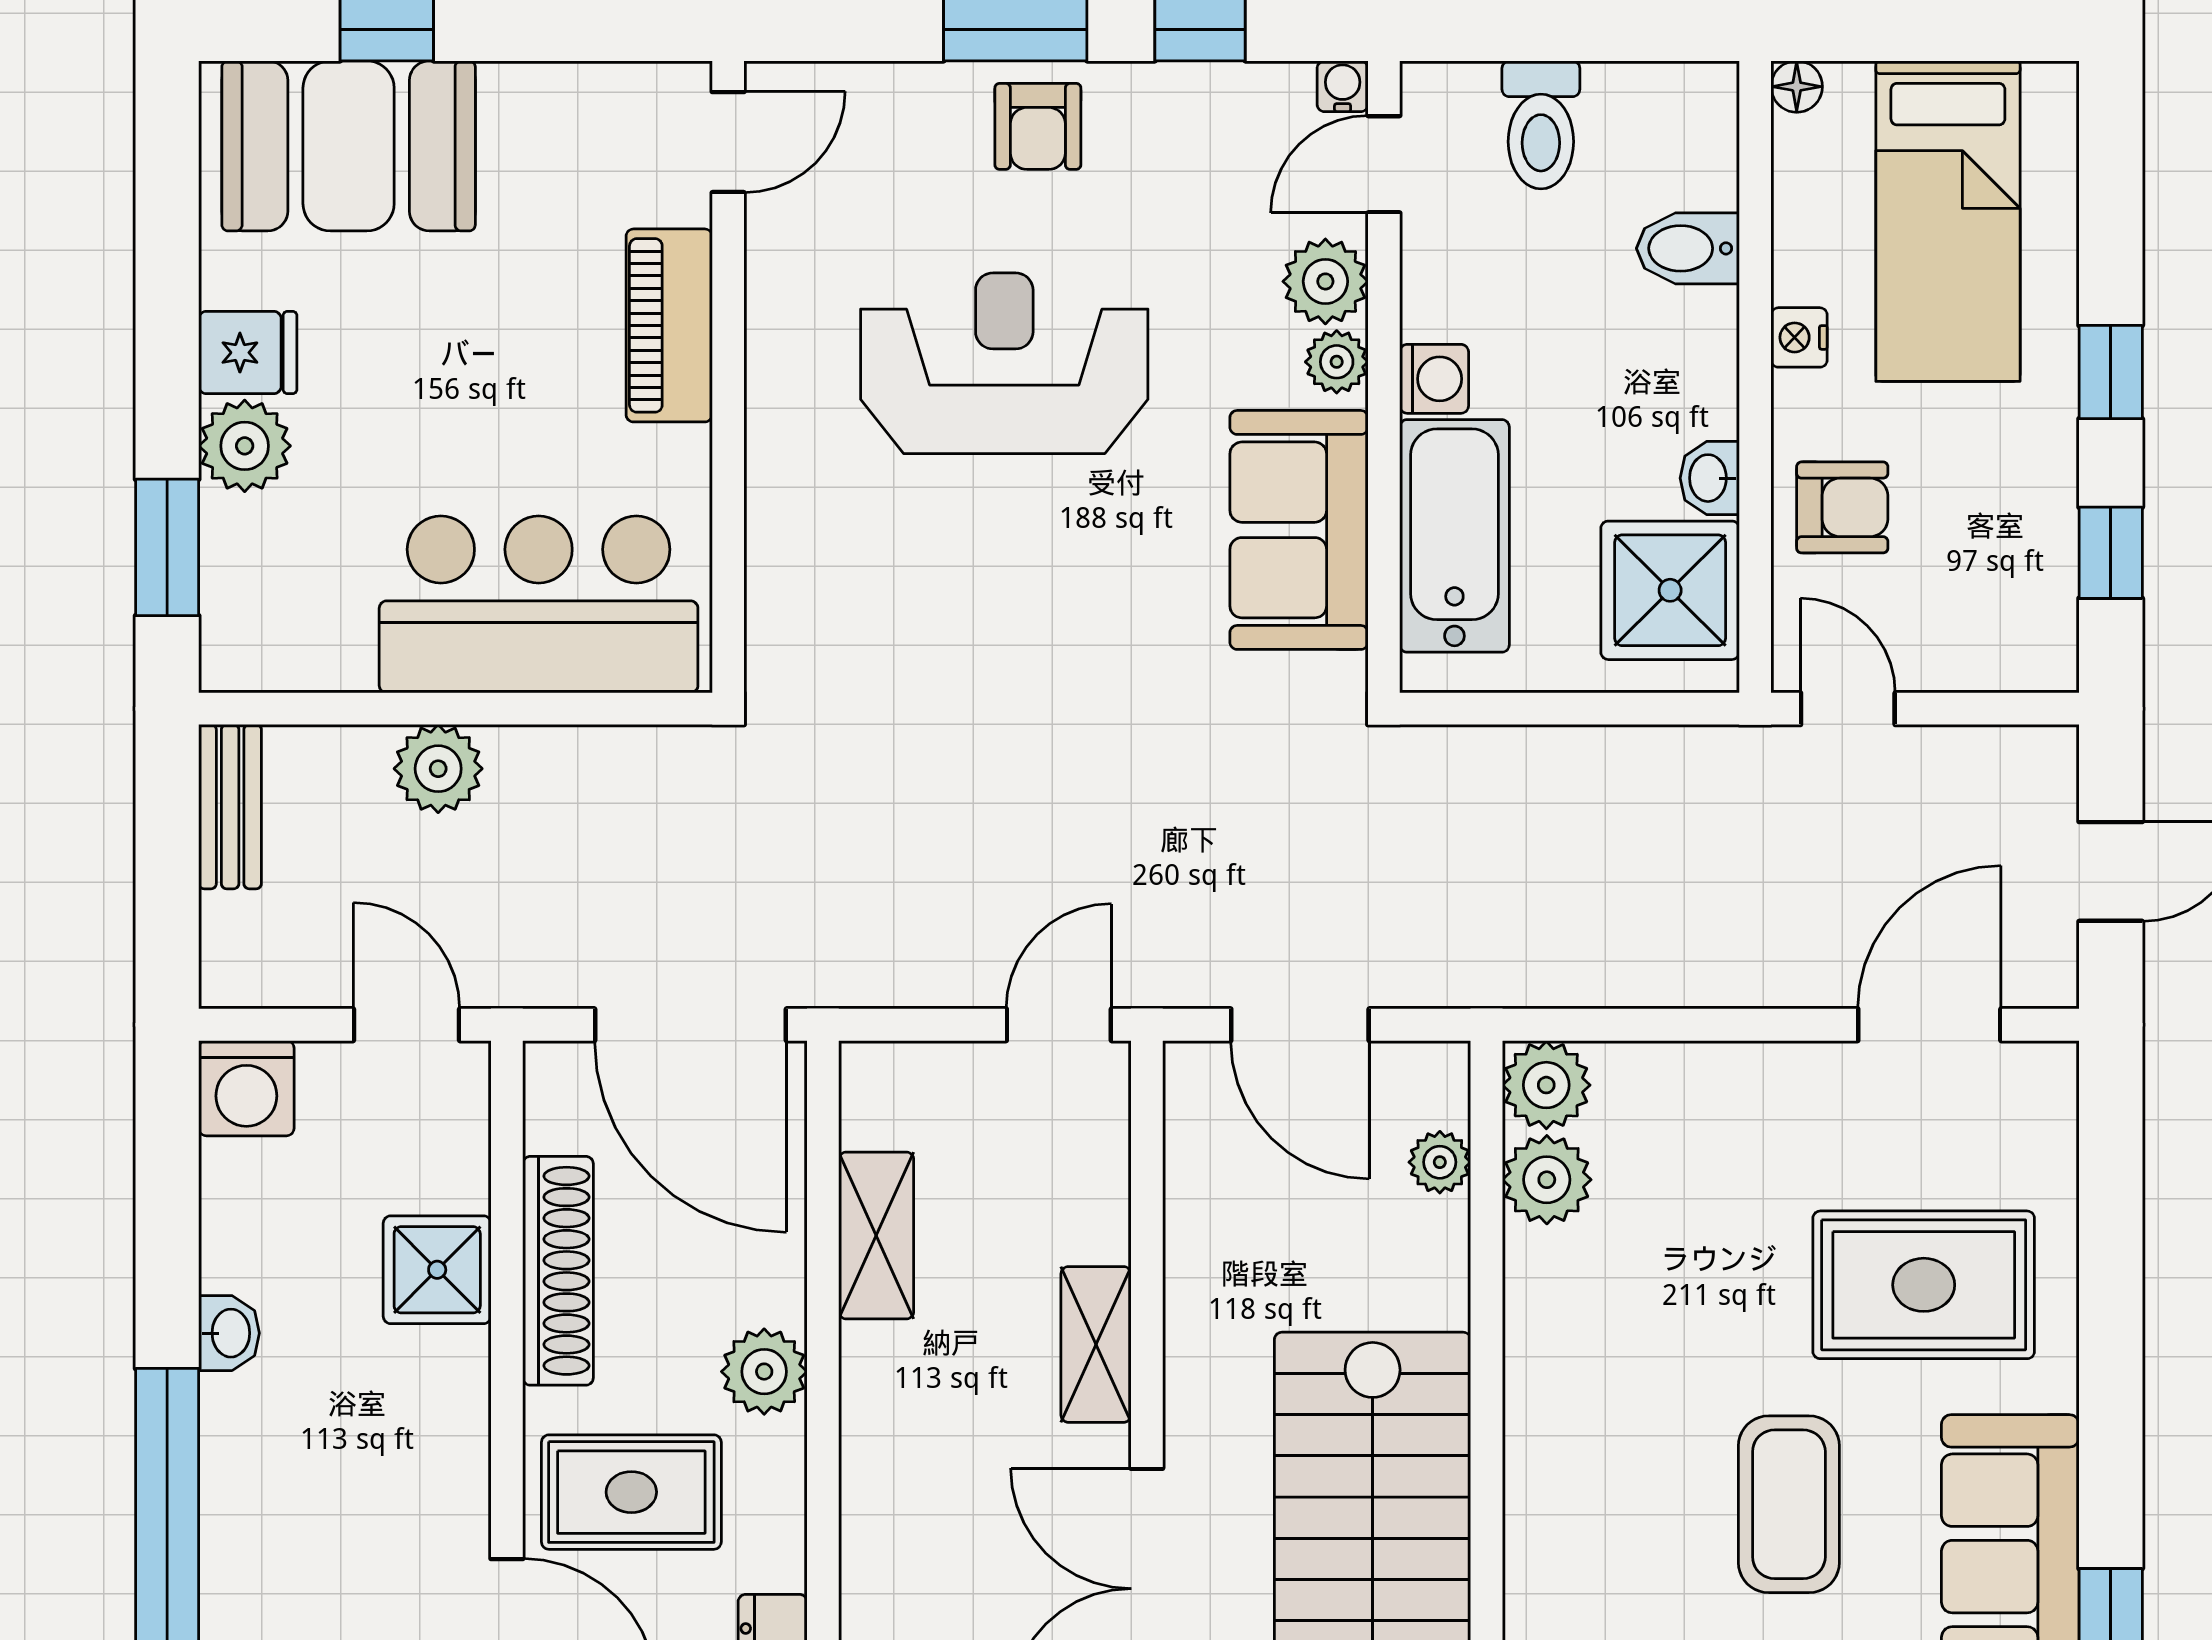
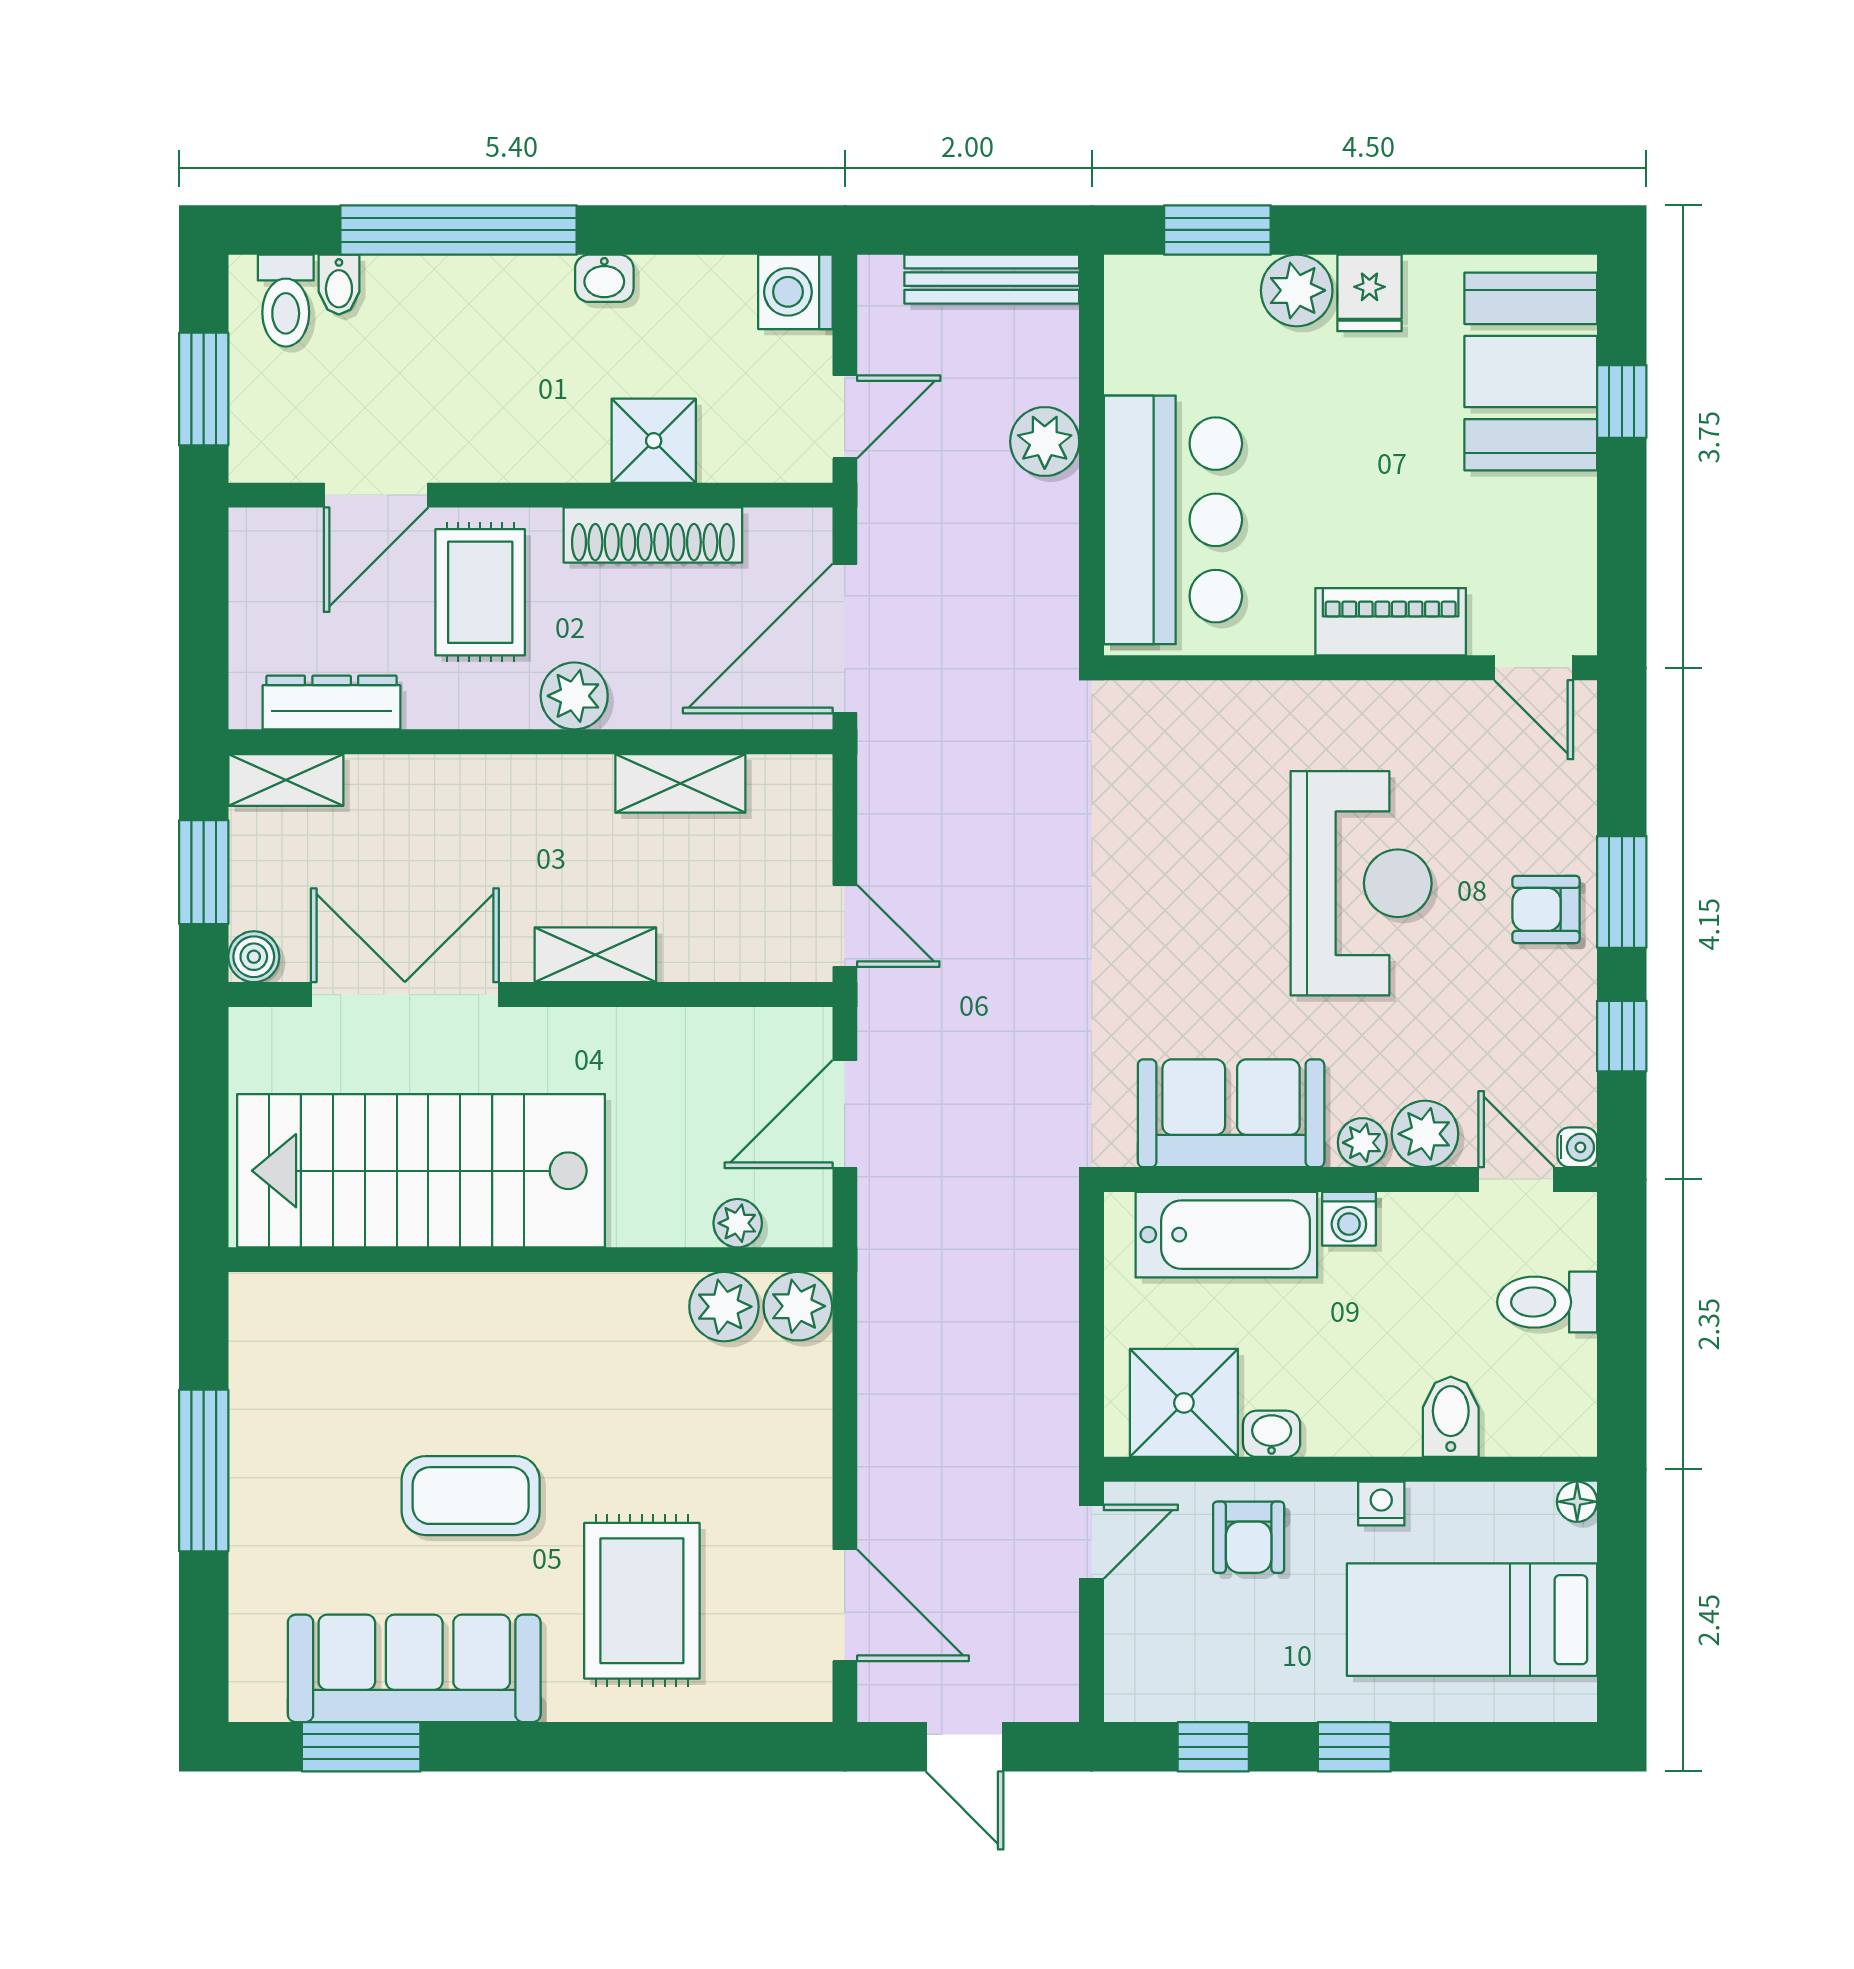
bench: (230, 807) -> (992, 279), width x1.36

